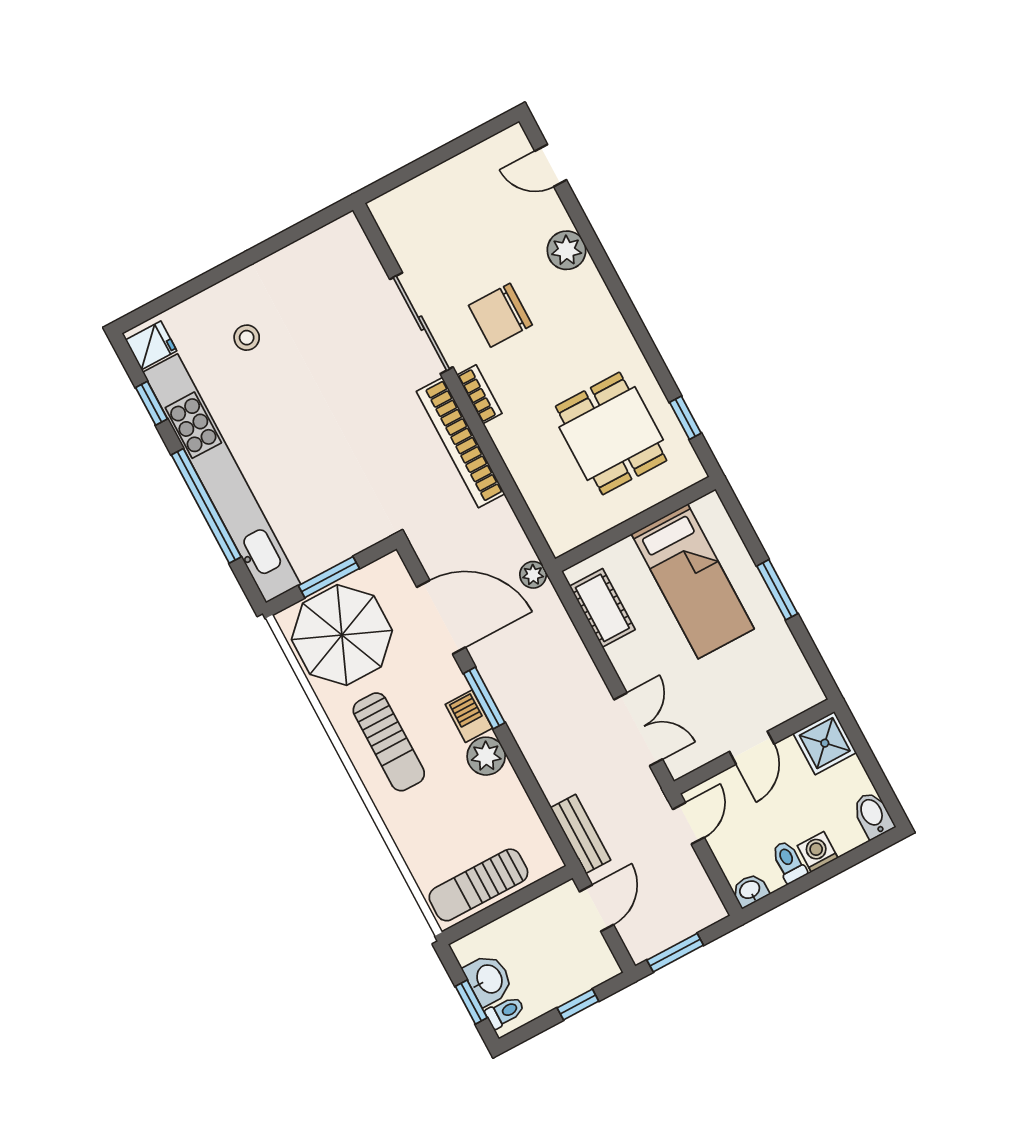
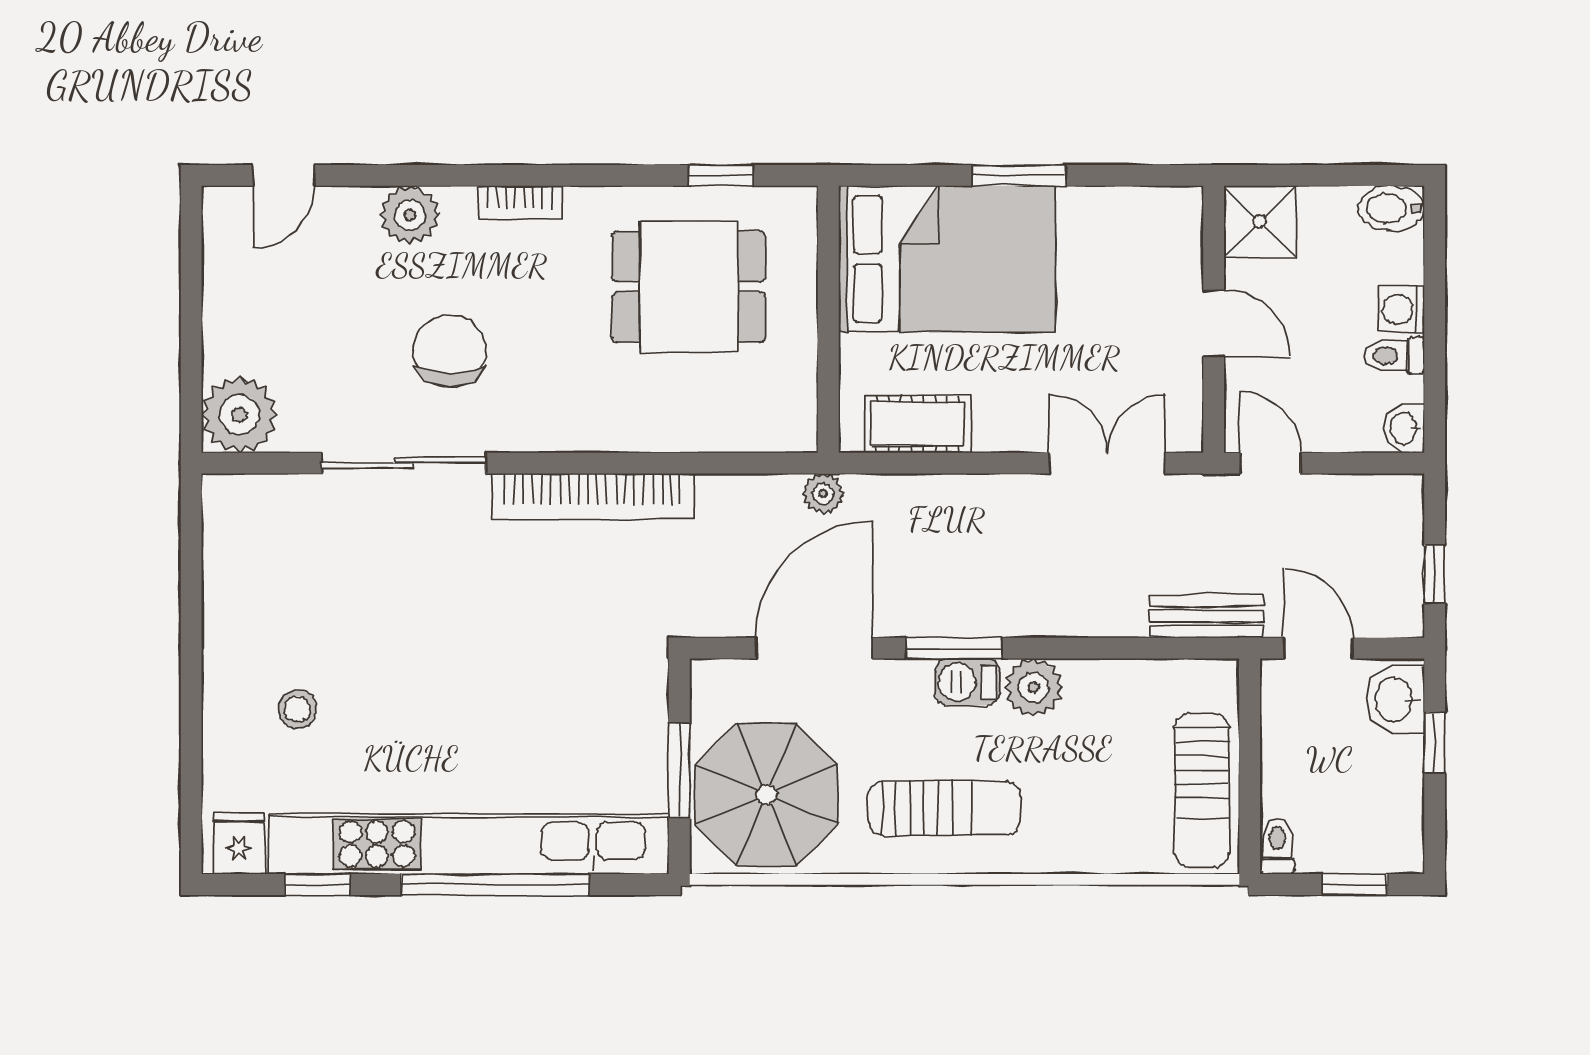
plant: (399, 214) -> (239, 415), added
chair: (500, 315) -> (450, 351), turned 180
bookcase: (479, 394) -> (520, 202), moved, turned 180
bed: (693, 581) -> (947, 259), width x1.50
window: (675, 953) -> (1435, 574), width x0.67
washbasin: (488, 979) -> (1395, 700), moved, turned -90
toilet: (505, 1012) -> (1277, 846), moved

